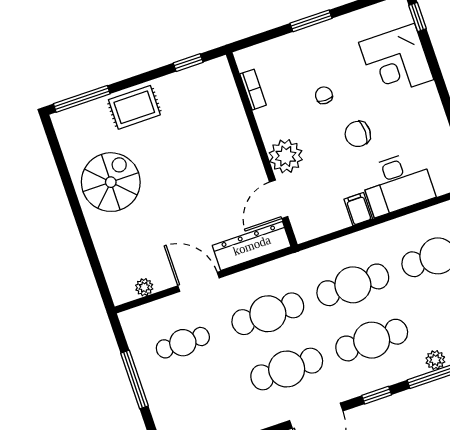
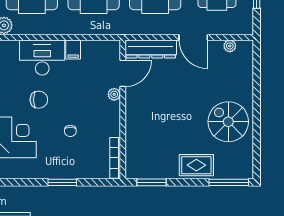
window: (188, 63) -> (151, 182), width x1.50
bookcase: (253, 90) -> (115, 158), width x1.56
chair: (358, 134) -> (39, 100), moved
plant: (286, 156) -> (114, 94), width x0.53, depth x0.53
spiral stairs: (111, 182) -> (228, 122), turned 90

